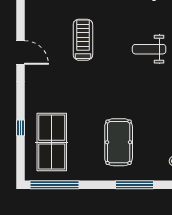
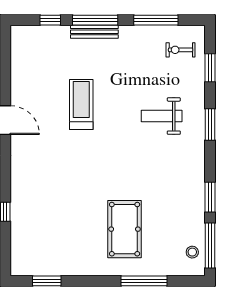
table tennis table: (52, 142) -> (43, 229), removed
window: (55, 185) -> (47, 281), width x0.47

